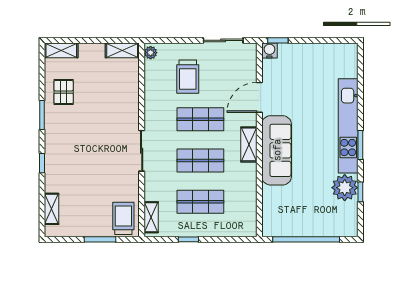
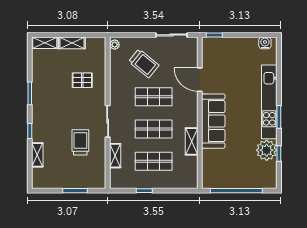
shelving: (122, 50) -> (72, 43), moved
water cooler: (269, 51) -> (265, 43), moved
trolley: (188, 77) -> (144, 63), turned -51
pallet: (64, 92) -> (82, 80), moved, turned 90
door: (259, 97) -> (200, 80), hinge flipped
shelving: (249, 144) -> (192, 141), moved
shelving: (52, 209) -> (37, 155), moved
shelving: (151, 217) -> (115, 156), moved
trolley: (123, 218) -> (80, 142), moved

